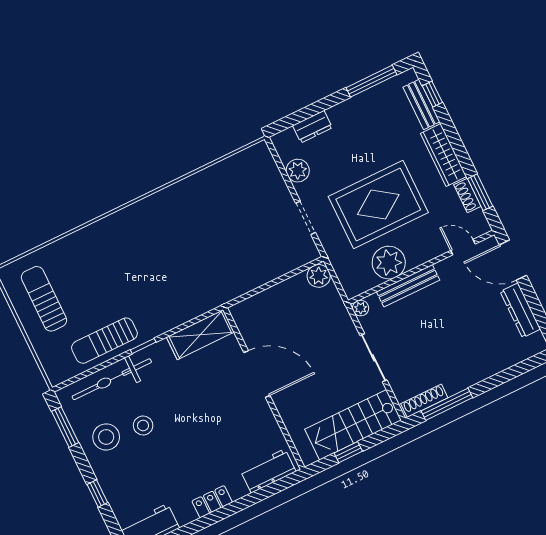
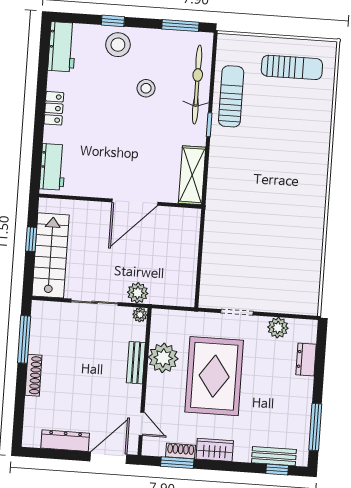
wardrobe: (443, 155) -> (215, 450), width x0.67
door: (463, 247) -> (142, 424), hinge flipped
plant: (319, 276) -> (138, 293), moved
bench: (408, 286) -> (136, 363), width x0.73
shoe rack: (424, 401) -> (33, 375), moved
stool: (106, 437) -> (118, 45), moved

